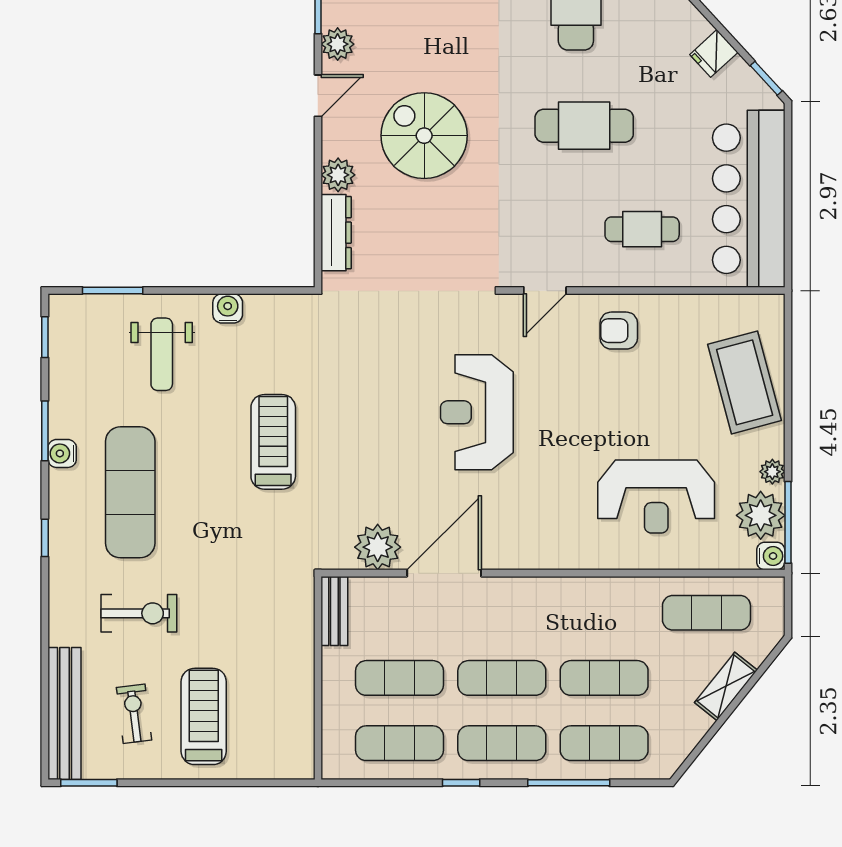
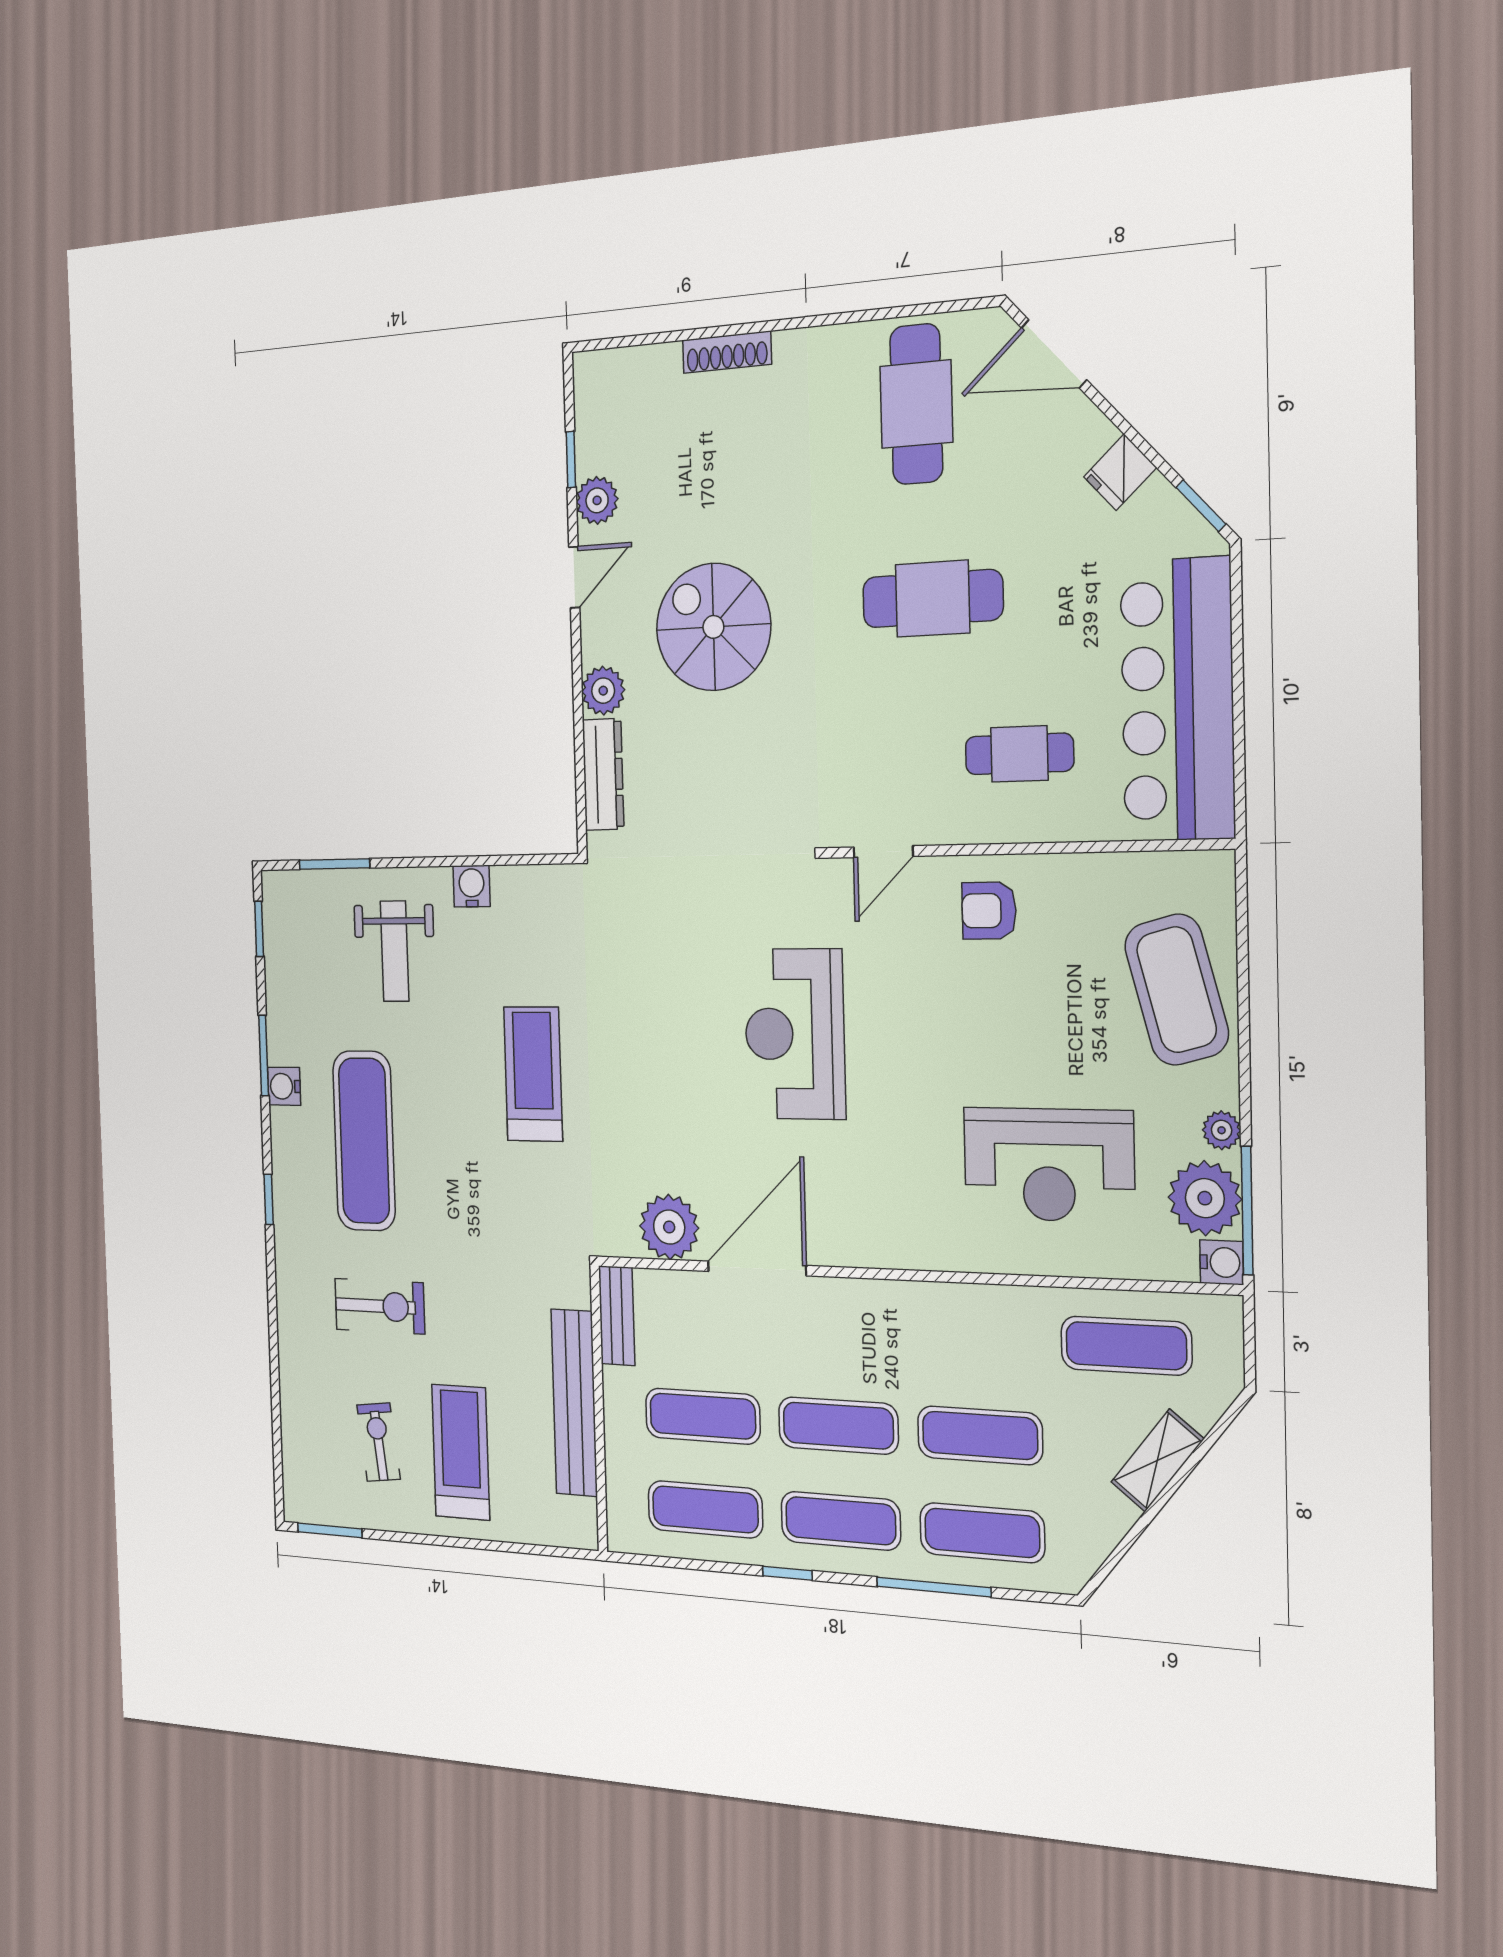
bench: (64, 714) -> (574, 1403), moved

